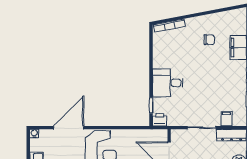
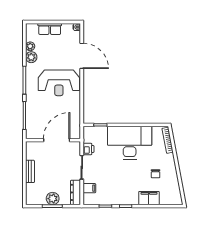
desk: (168, 83) -> (130, 143), width x1.87, depth x1.30
printer: (160, 120) -> (88, 149), moved

